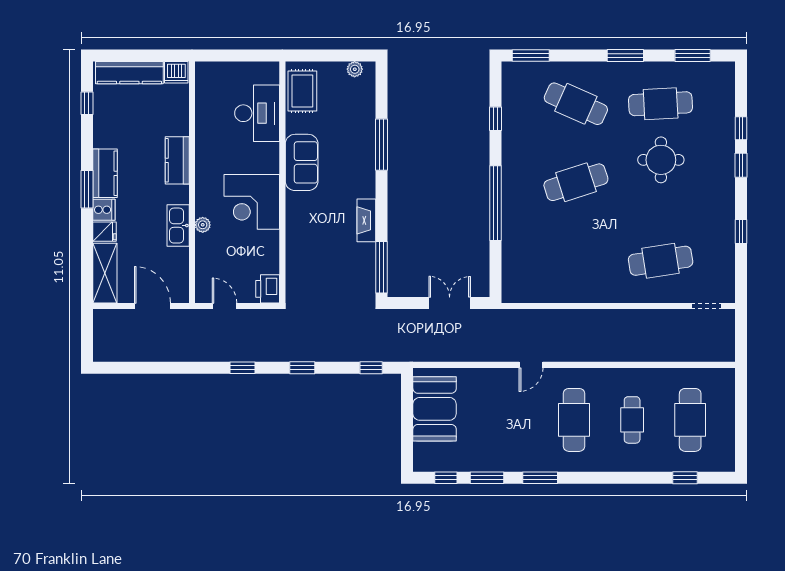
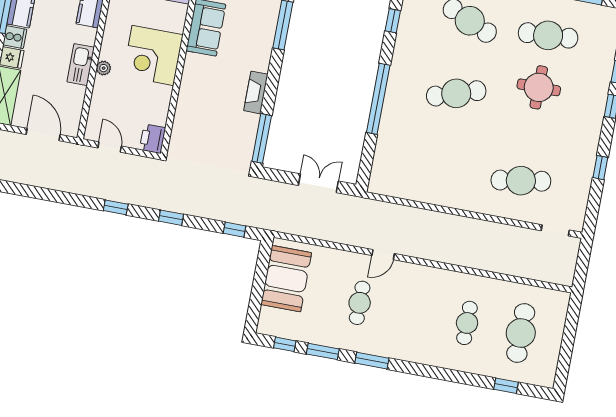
cafe table: (574, 420) -> (360, 303), moved, width x0.73, depth x0.74

